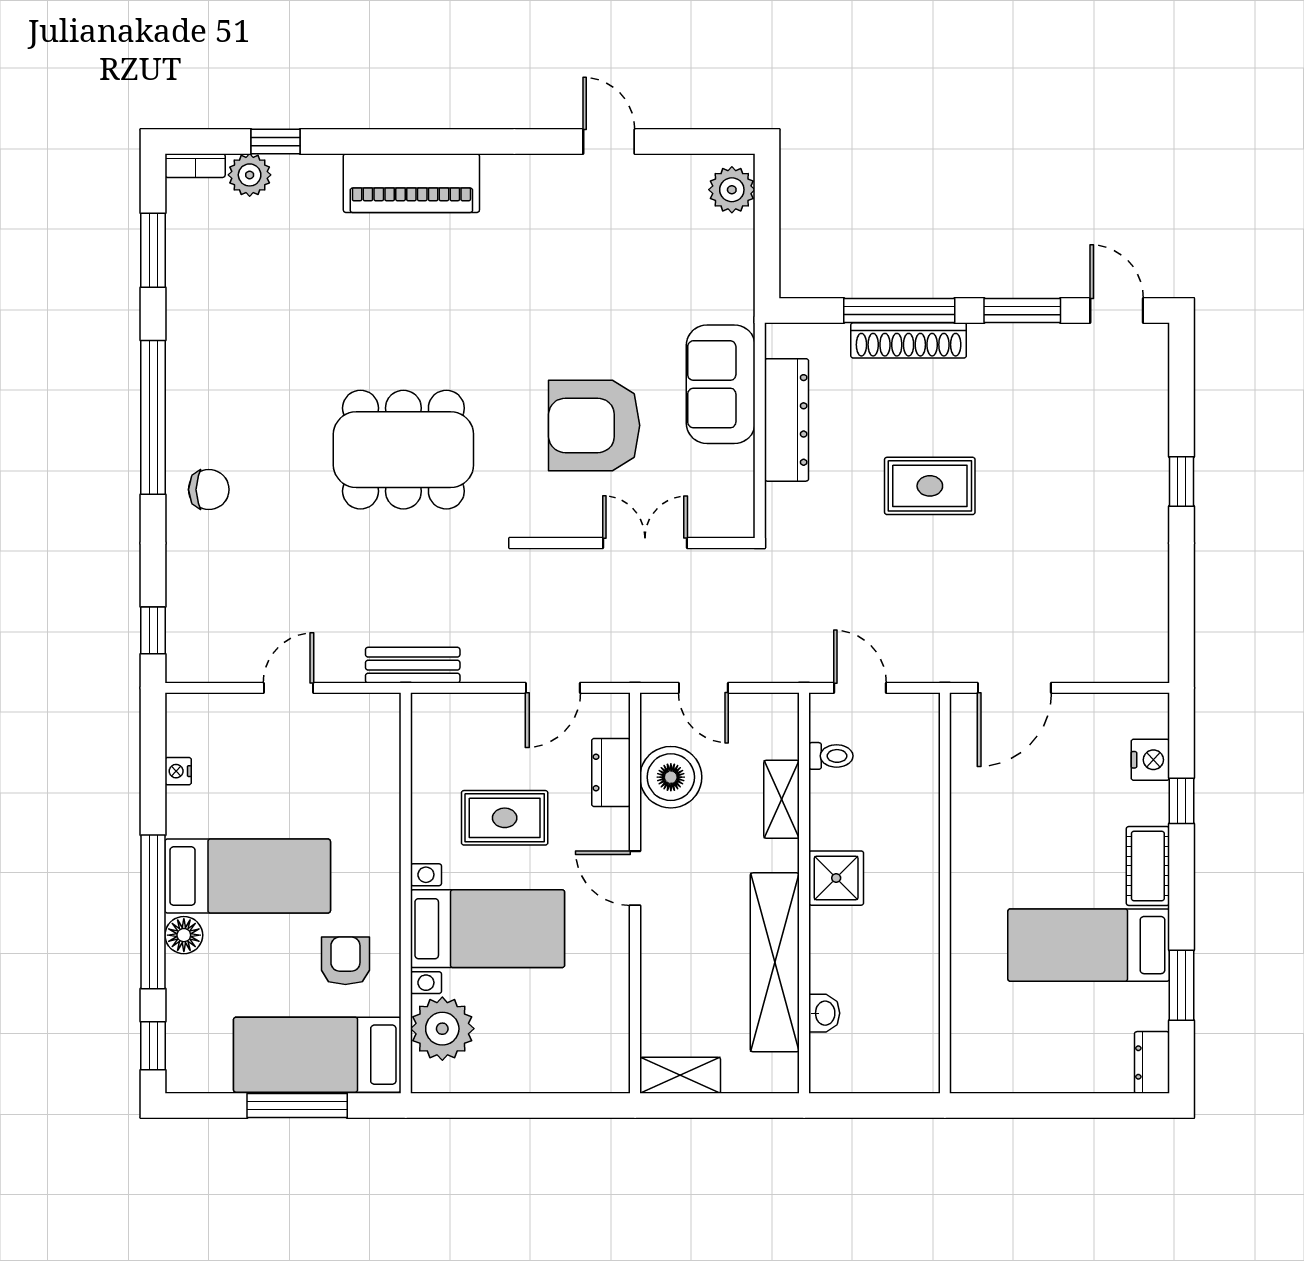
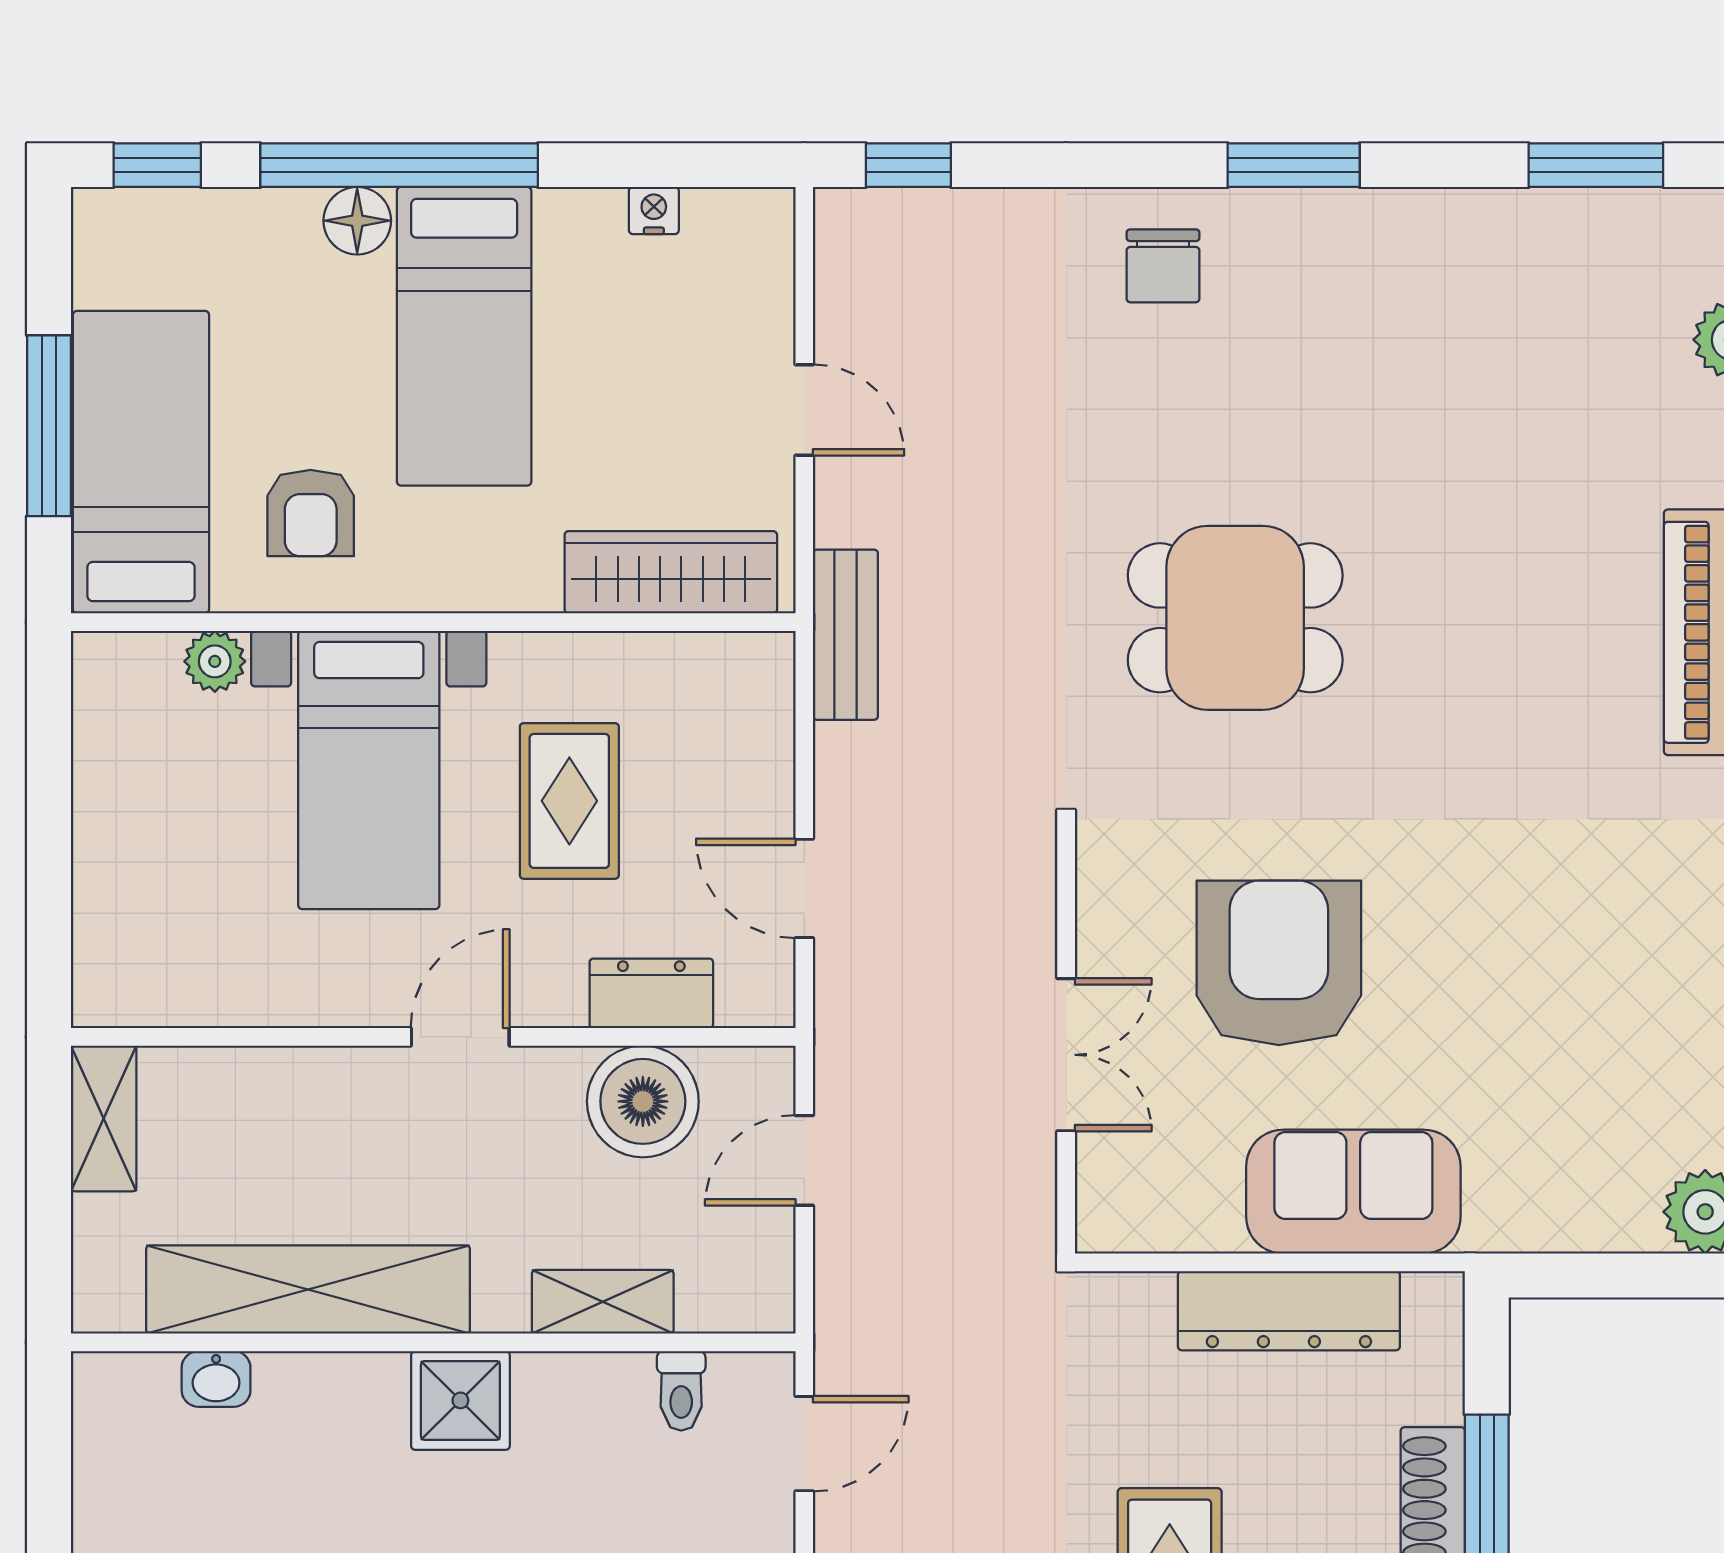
window: (153, 417) -> (1294, 165), width x0.47
dining table: (403, 450) -> (1235, 618), width x0.73
wardrobe: (378, 762) -> (671, 572), added
armchair: (345, 961) -> (311, 513), turned 90
plant: (442, 1029) -> (215, 661), width x0.53, depth x0.53

